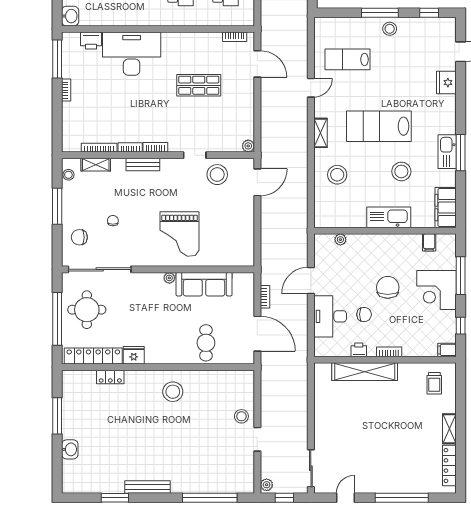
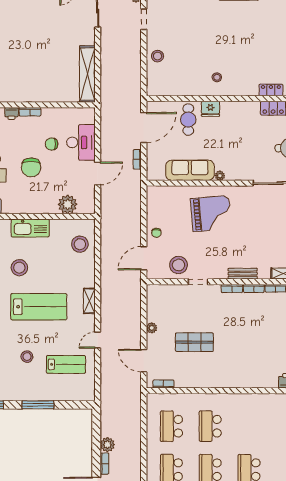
stool: (390, 29) -> (27, 357), moved
desk: (132, 54) -> (252, 369), removed
plant: (248, 146) -> (152, 328), moved
stool: (337, 175) -> (80, 244), moved
chair: (113, 221) -> (156, 233), moved
grand piano: (180, 234) -> (211, 214), turned 85
plant: (340, 240) -> (68, 204), width x1.87, depth x1.87
door: (257, 334) -> (144, 128), swing flipped
printer: (359, 350) -> (11, 113), moved
fridge: (134, 355) -> (210, 109), moved
shelving: (365, 372) -> (87, 74), moved, turned 90
stool: (173, 392) -> (217, 77), width x0.53, depth x0.53
doorway: (257, 439) -> (144, 19), moved

